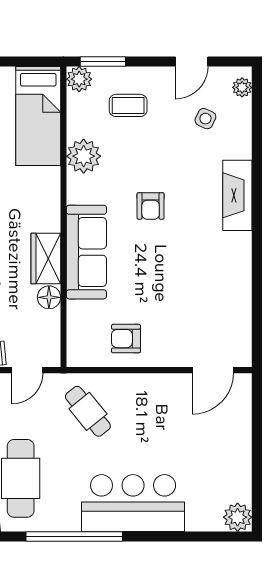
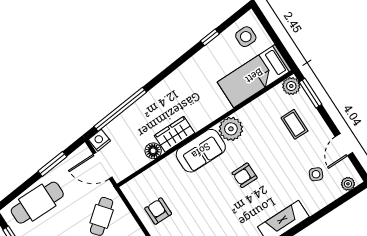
door: (192, 61) -> (344, 145), hinge flipped
plant: (84, 156) -> (231, 129), moved
sofa: (86, 252) -> (201, 151), width x0.73
door: (27, 370) -> (103, 166), width x1.38

